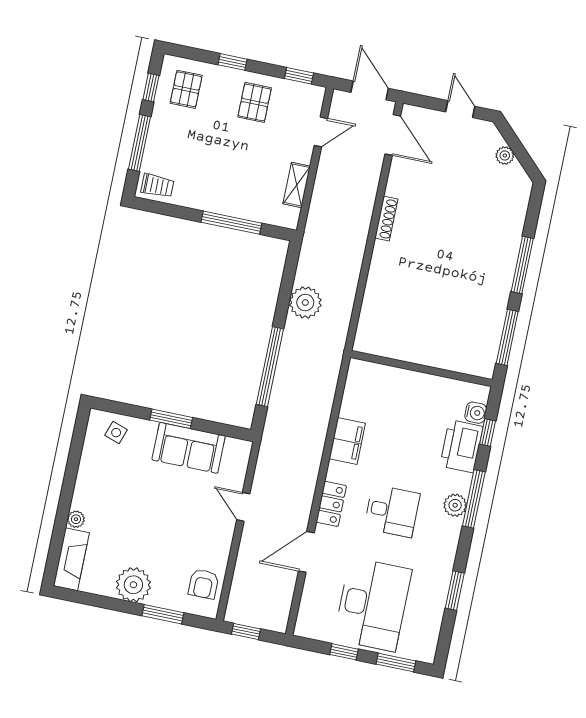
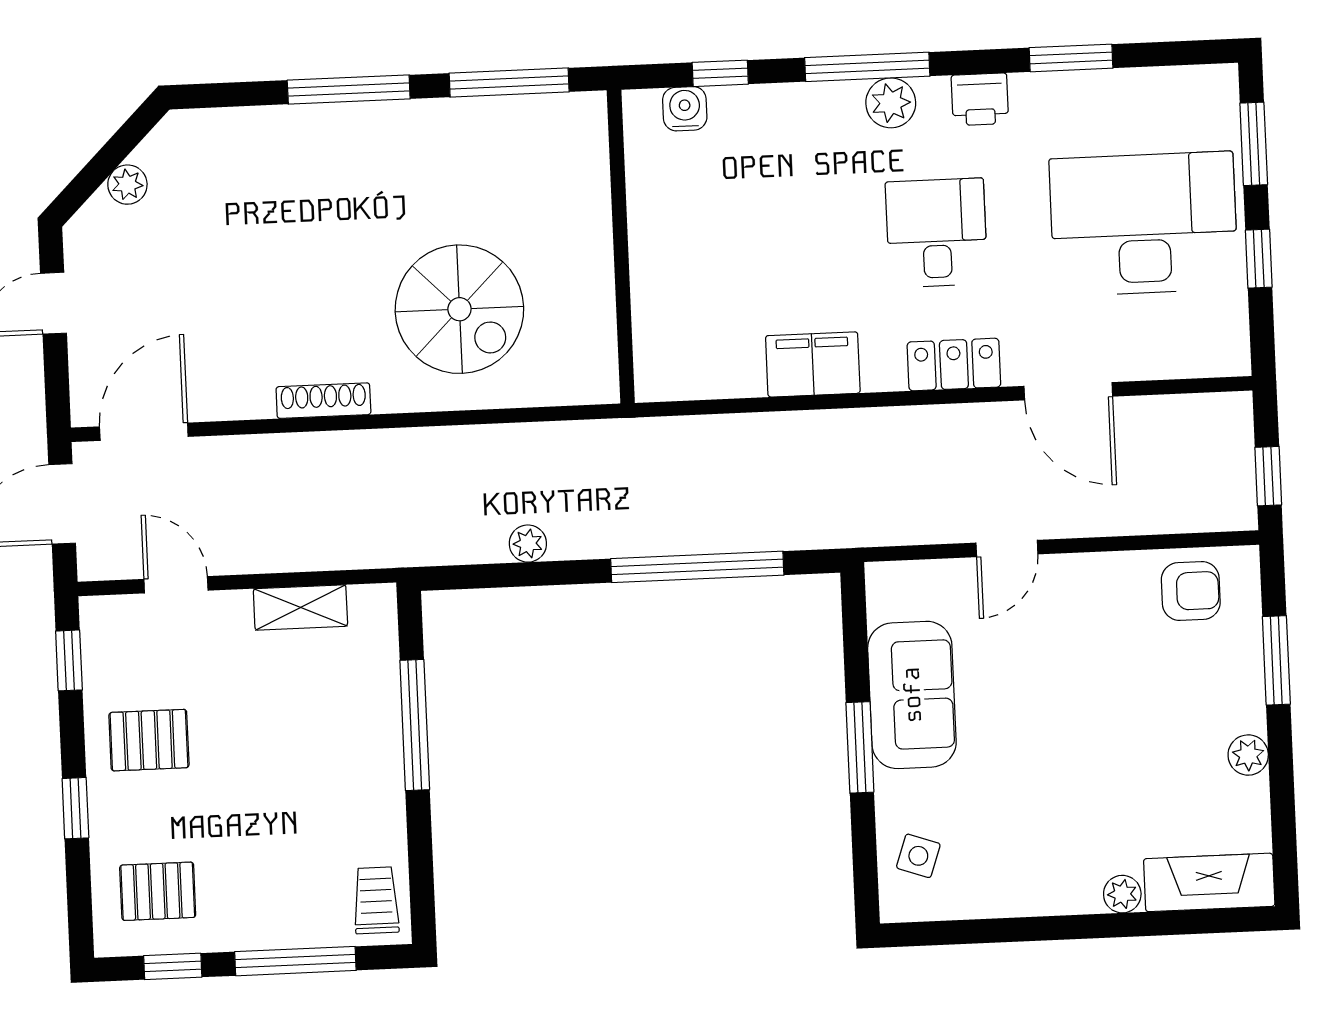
spiral stairs: (412, 290) -> (459, 309), added
plant: (305, 302) -> (528, 544), width x0.53, depth x0.53
printer: (461, 446) -> (980, 99), moved, width x0.53, depth x0.68
plant: (133, 585) -> (1248, 755), width x0.53, depth x0.53

